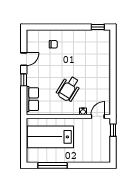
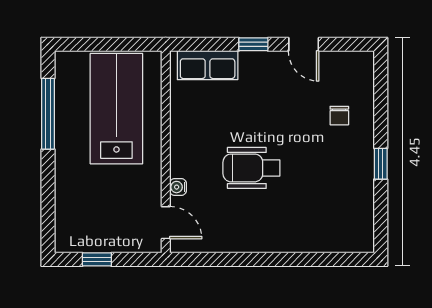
window: (98, 27) -> (381, 164), moved
wheelchair: (69, 89) -> (251, 168), moved, turned -32
window: (113, 130) -> (97, 259), moved

